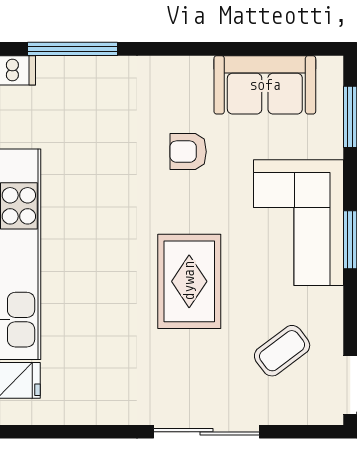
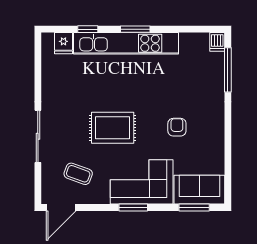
sofa: (265, 85) -> (199, 190), moved, turned 90
coffee table: (282, 351) -> (78, 174), turned -33

